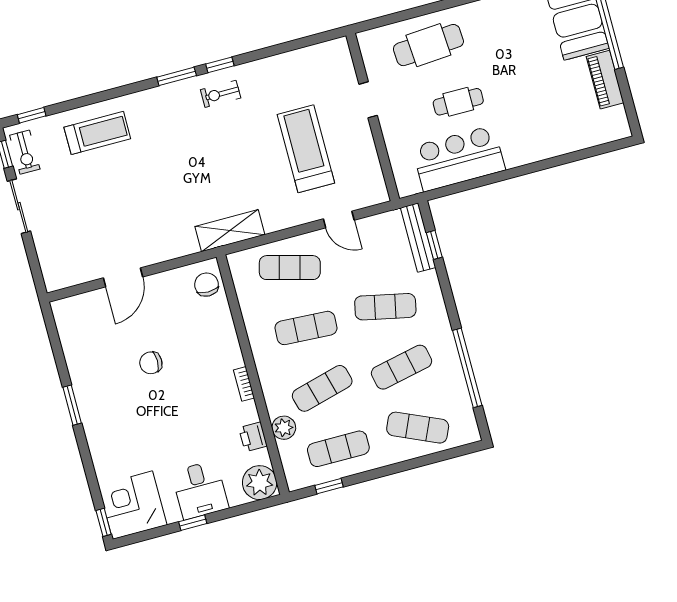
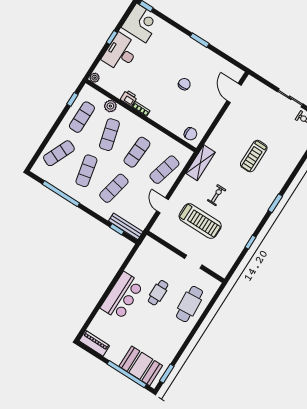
window: (220, 65) -> (251, 242), moved
piano: (605, 80) -> (94, 343), moved
exercise bike: (221, 94) -> (217, 195), moved
treadmill: (97, 133) -> (254, 156), moved
bar counter: (459, 158) -> (122, 296), moved
door: (339, 220) -> (163, 205), hinge flipped
door: (123, 277) -> (234, 93), moved
printer: (253, 437) -> (129, 98), moved
plant: (260, 483) -> (95, 78), width x0.53, depth x0.53
desk: (200, 490) -> (121, 53), width x1.37

